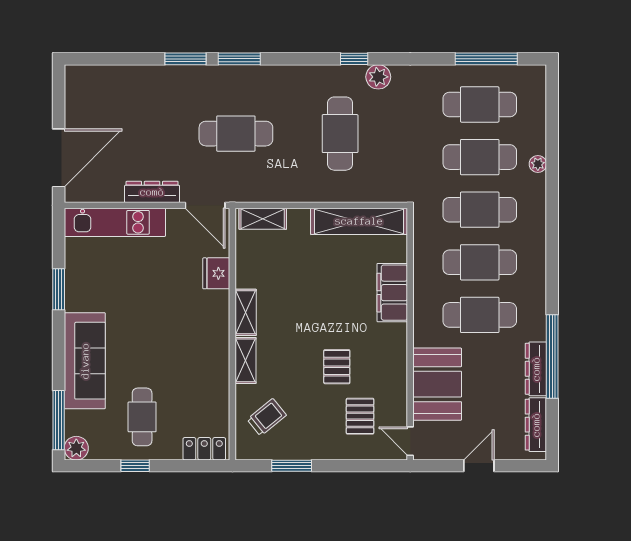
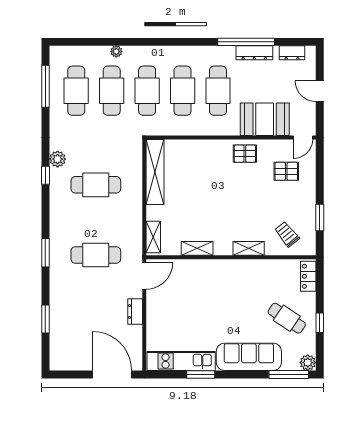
window: (186, 59) -> (45, 319), moved
cafe table: (236, 134) -> (96, 255), turned 90
dresser: (152, 192) -> (135, 311), width x0.70
kitchen unit: (115, 222) -> (181, 361), moved, turned -90
fridge: (216, 273) -> (190, 268), removed
filing cabinet: (392, 293) -> (203, 150), removed
shelving: (246, 312) -> (197, 248), moved
pallet: (337, 367) -> (245, 154), moved
cafe table: (142, 417) -> (287, 318), turned 34
dresser: (536, 425) -> (292, 53), width x0.70

